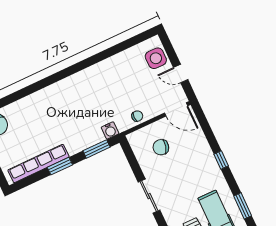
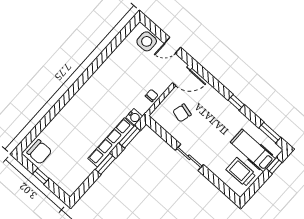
row of seats: (38, 164) -> (111, 142), moved

